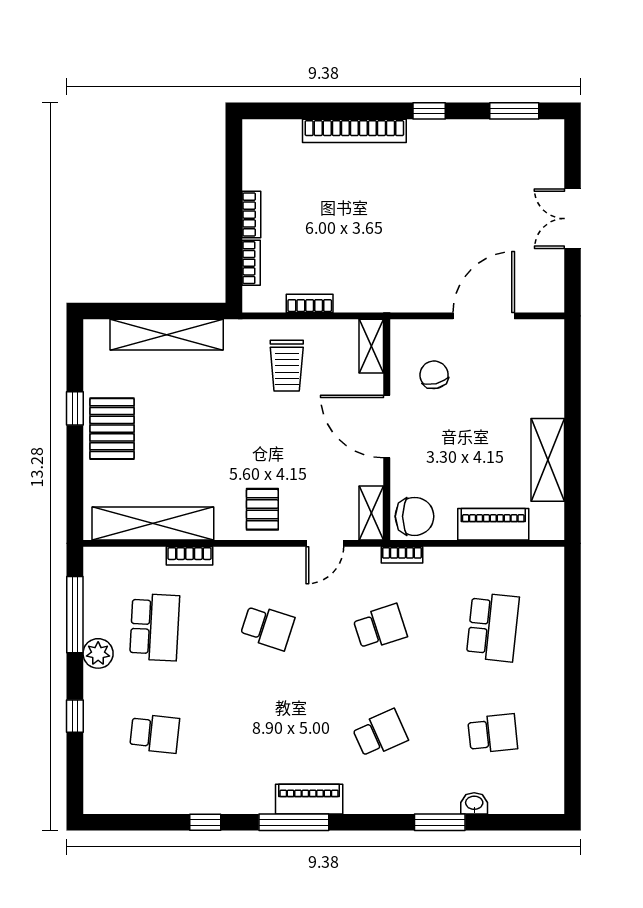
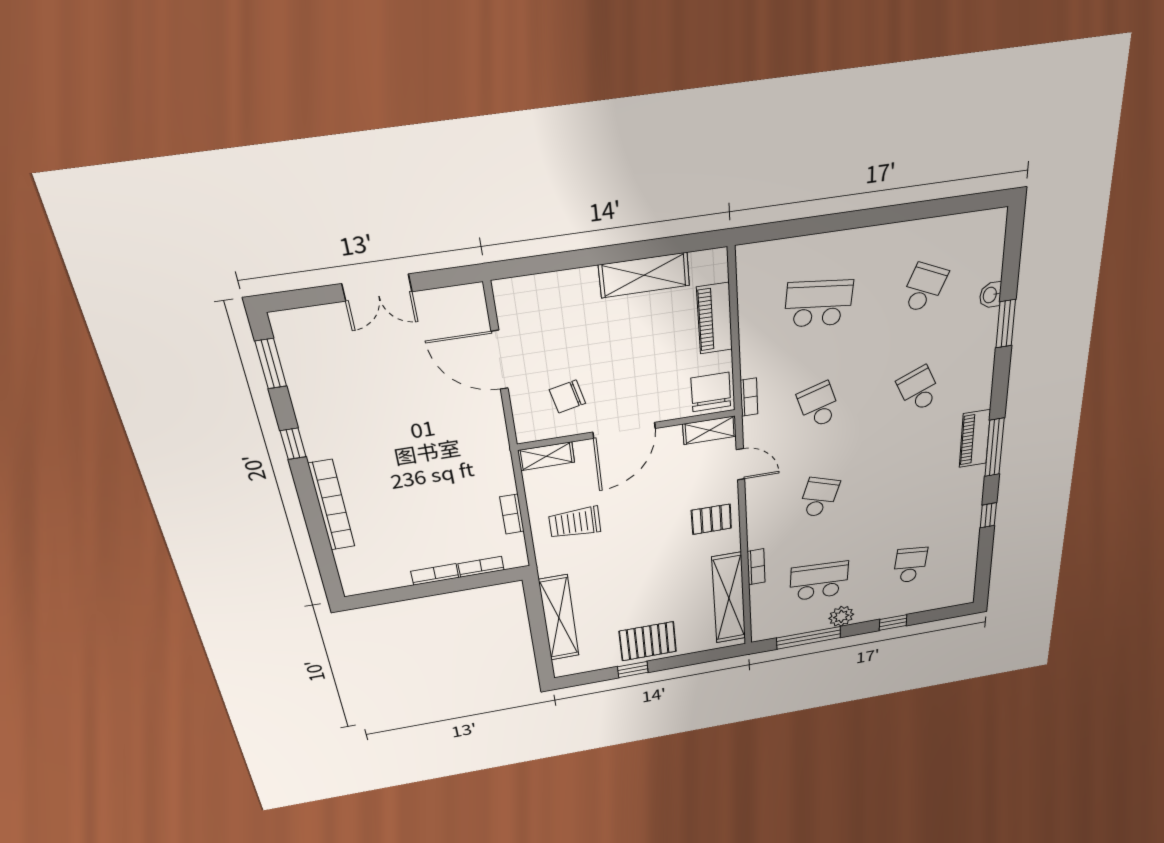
trolley: (287, 366) -> (575, 523), turned 180
school desk: (493, 734) -> (924, 288), turned 30

